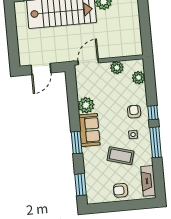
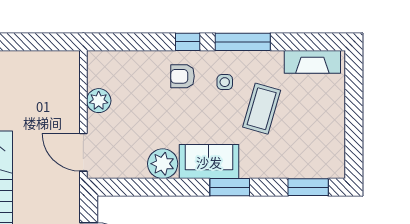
plant: (139, 78) -> (121, 62), removed
armchair: (121, 190) -> (325, 114), removed

